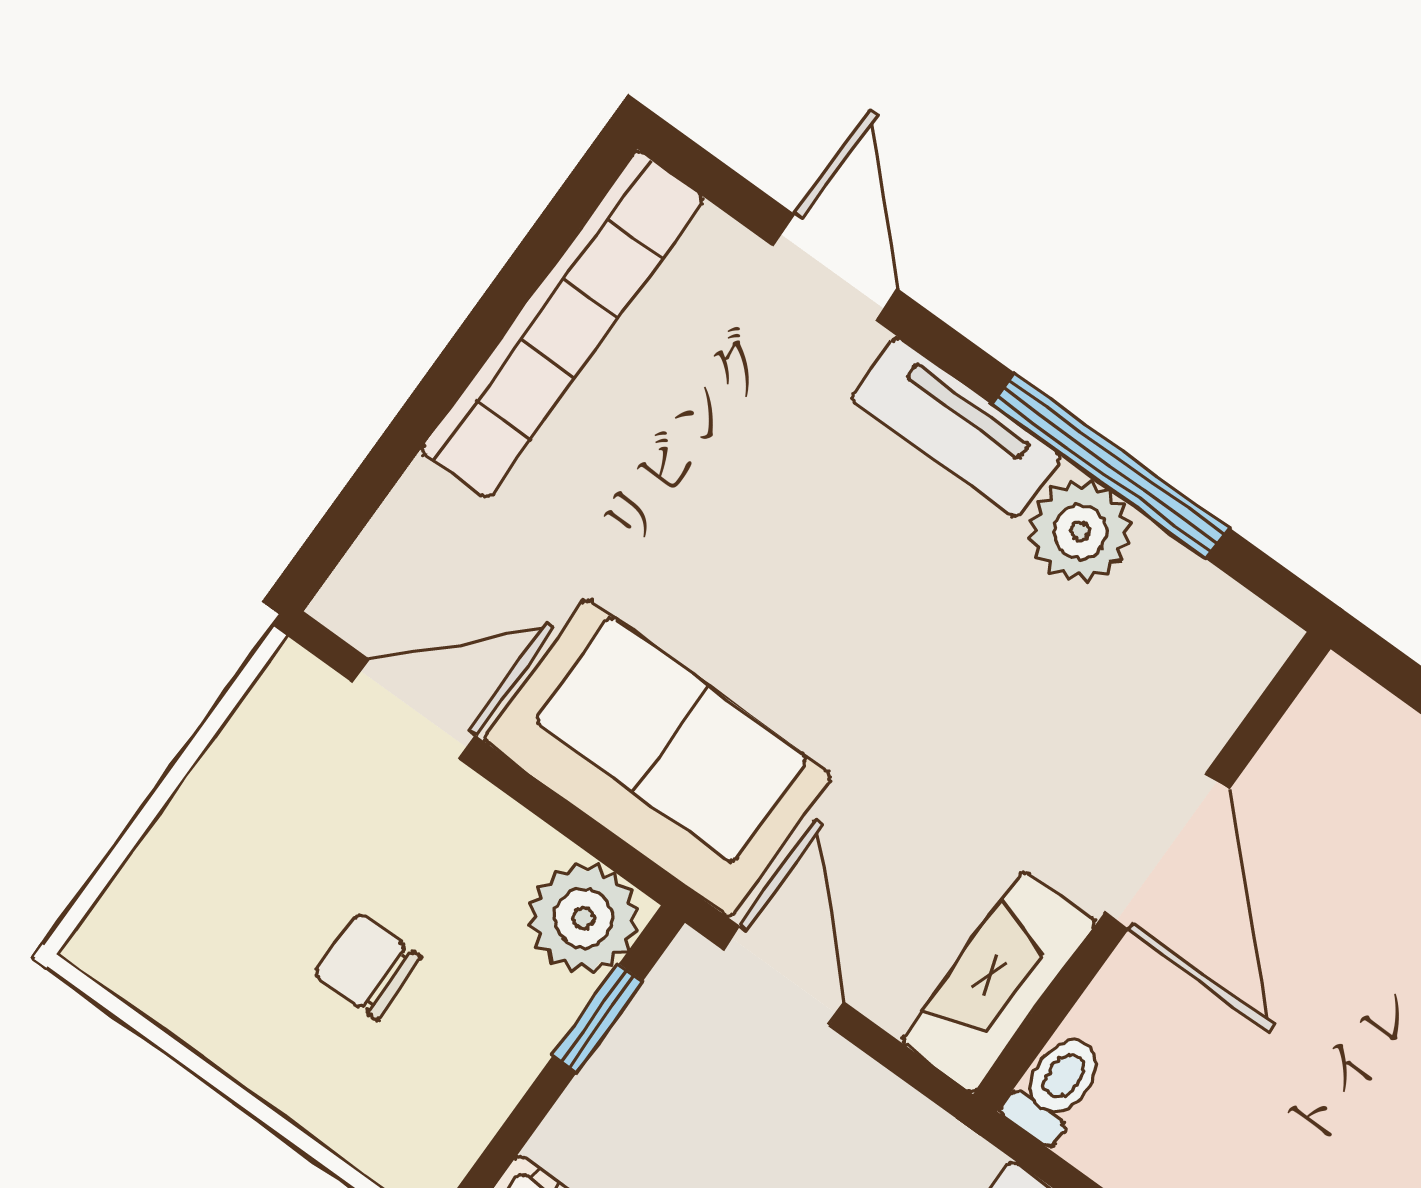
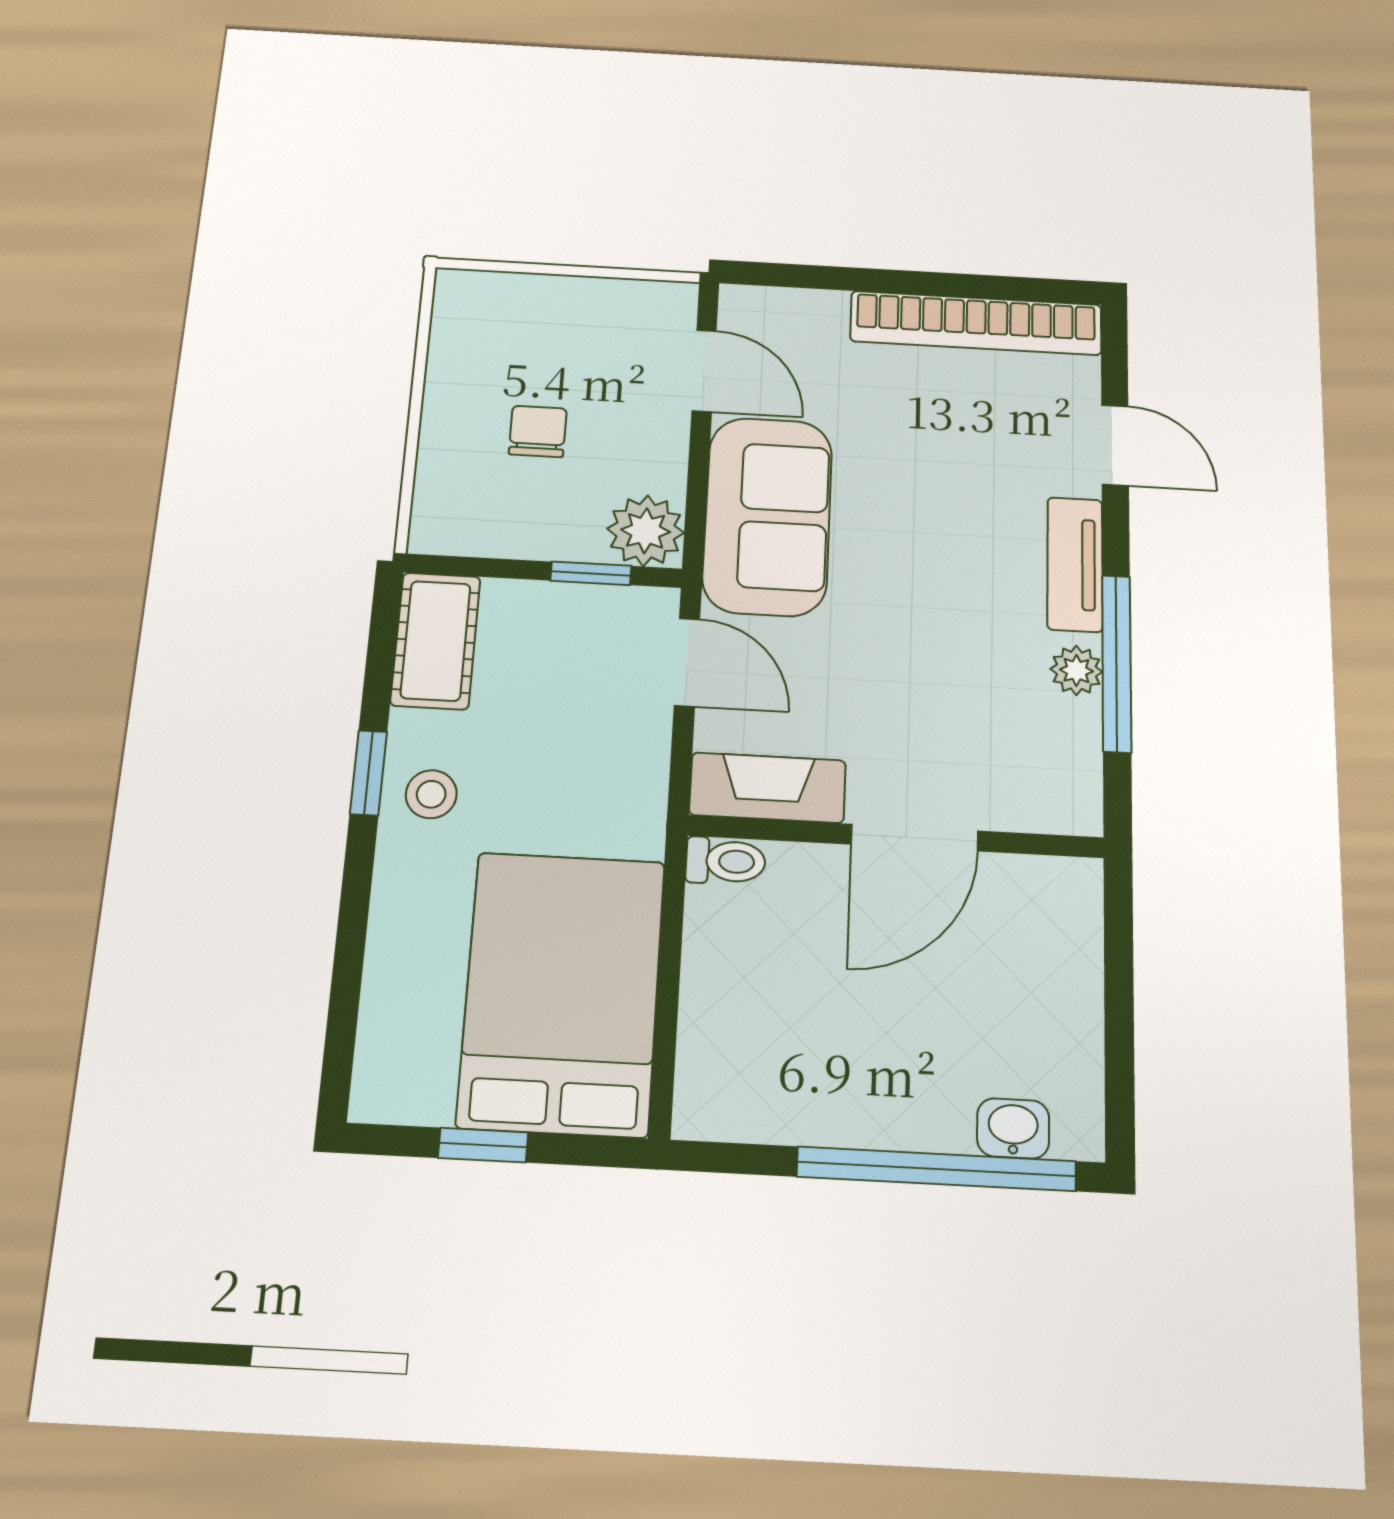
door: (835, 267) -> (1115, 445), hinge flipped
plant: (1080, 531) -> (1076, 670), width x0.73, depth x0.73
door: (784, 976) -> (687, 662), hinge flipped

